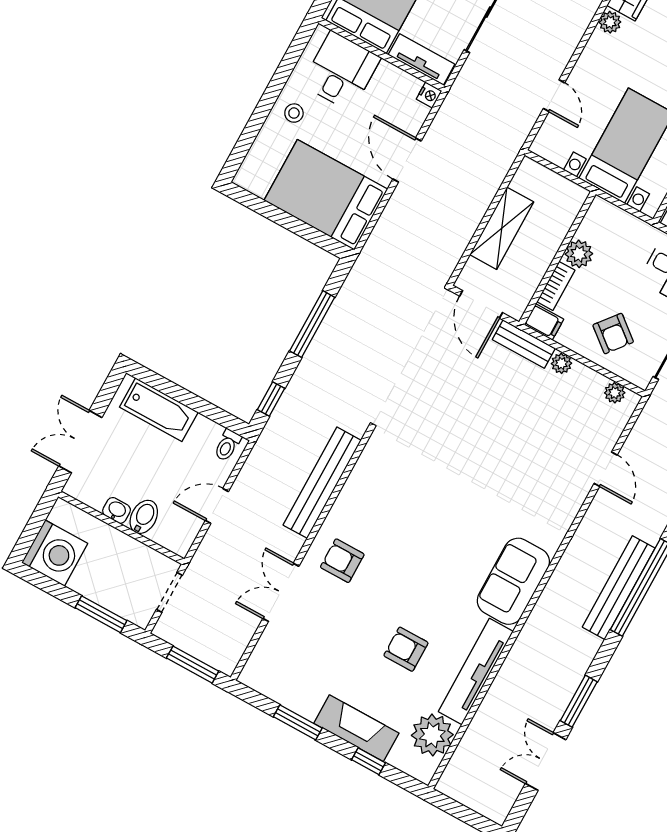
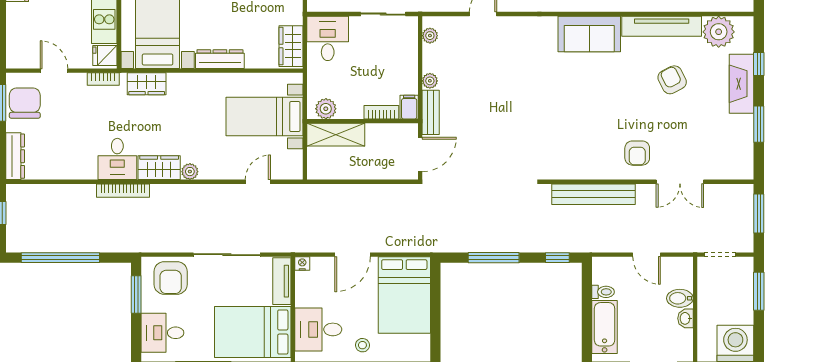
shelving: (502, 228) -> (336, 135), moved
plant: (579, 254) -> (326, 109), moved
armchair: (613, 334) -> (392, 58), removed
toilet: (227, 445) -> (603, 292), moved
armchair: (406, 649) -> (672, 80), turned 153

